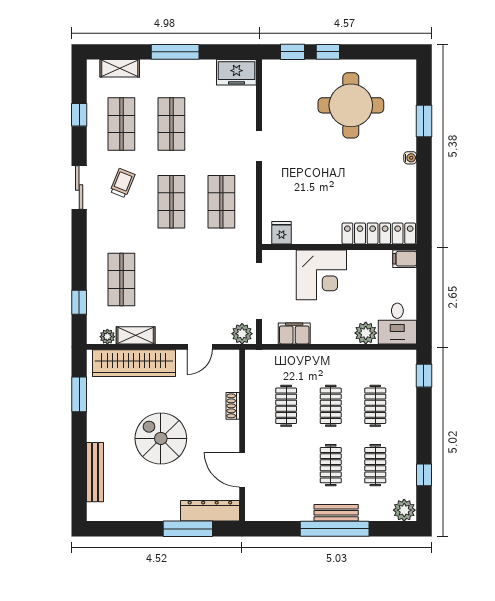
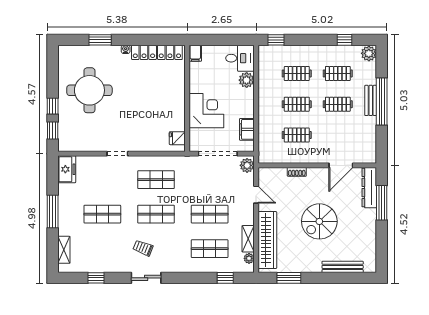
shop shelf: (121, 124) -> (210, 214), moved
locker: (379, 234) -> (157, 52), moved, turned -90

